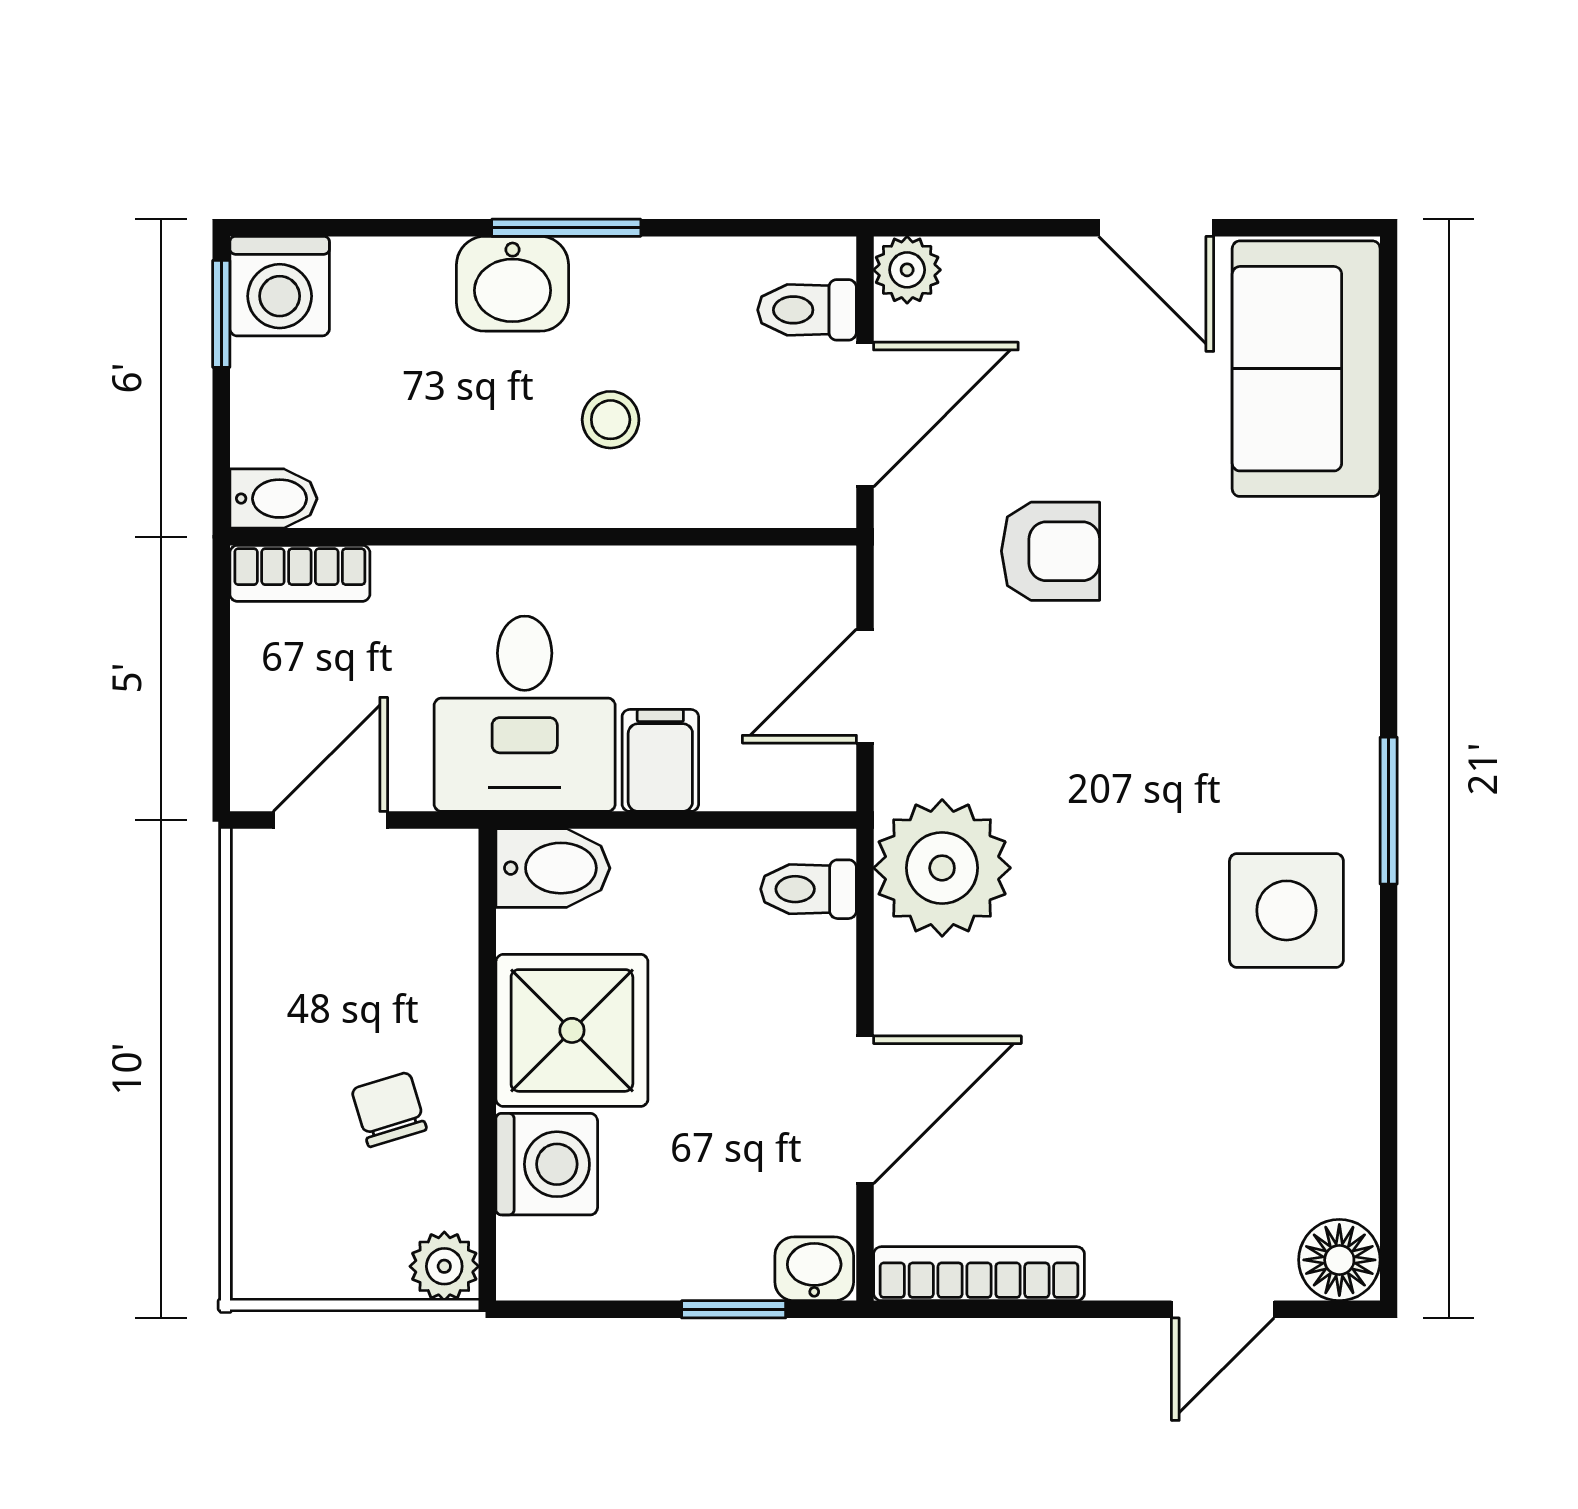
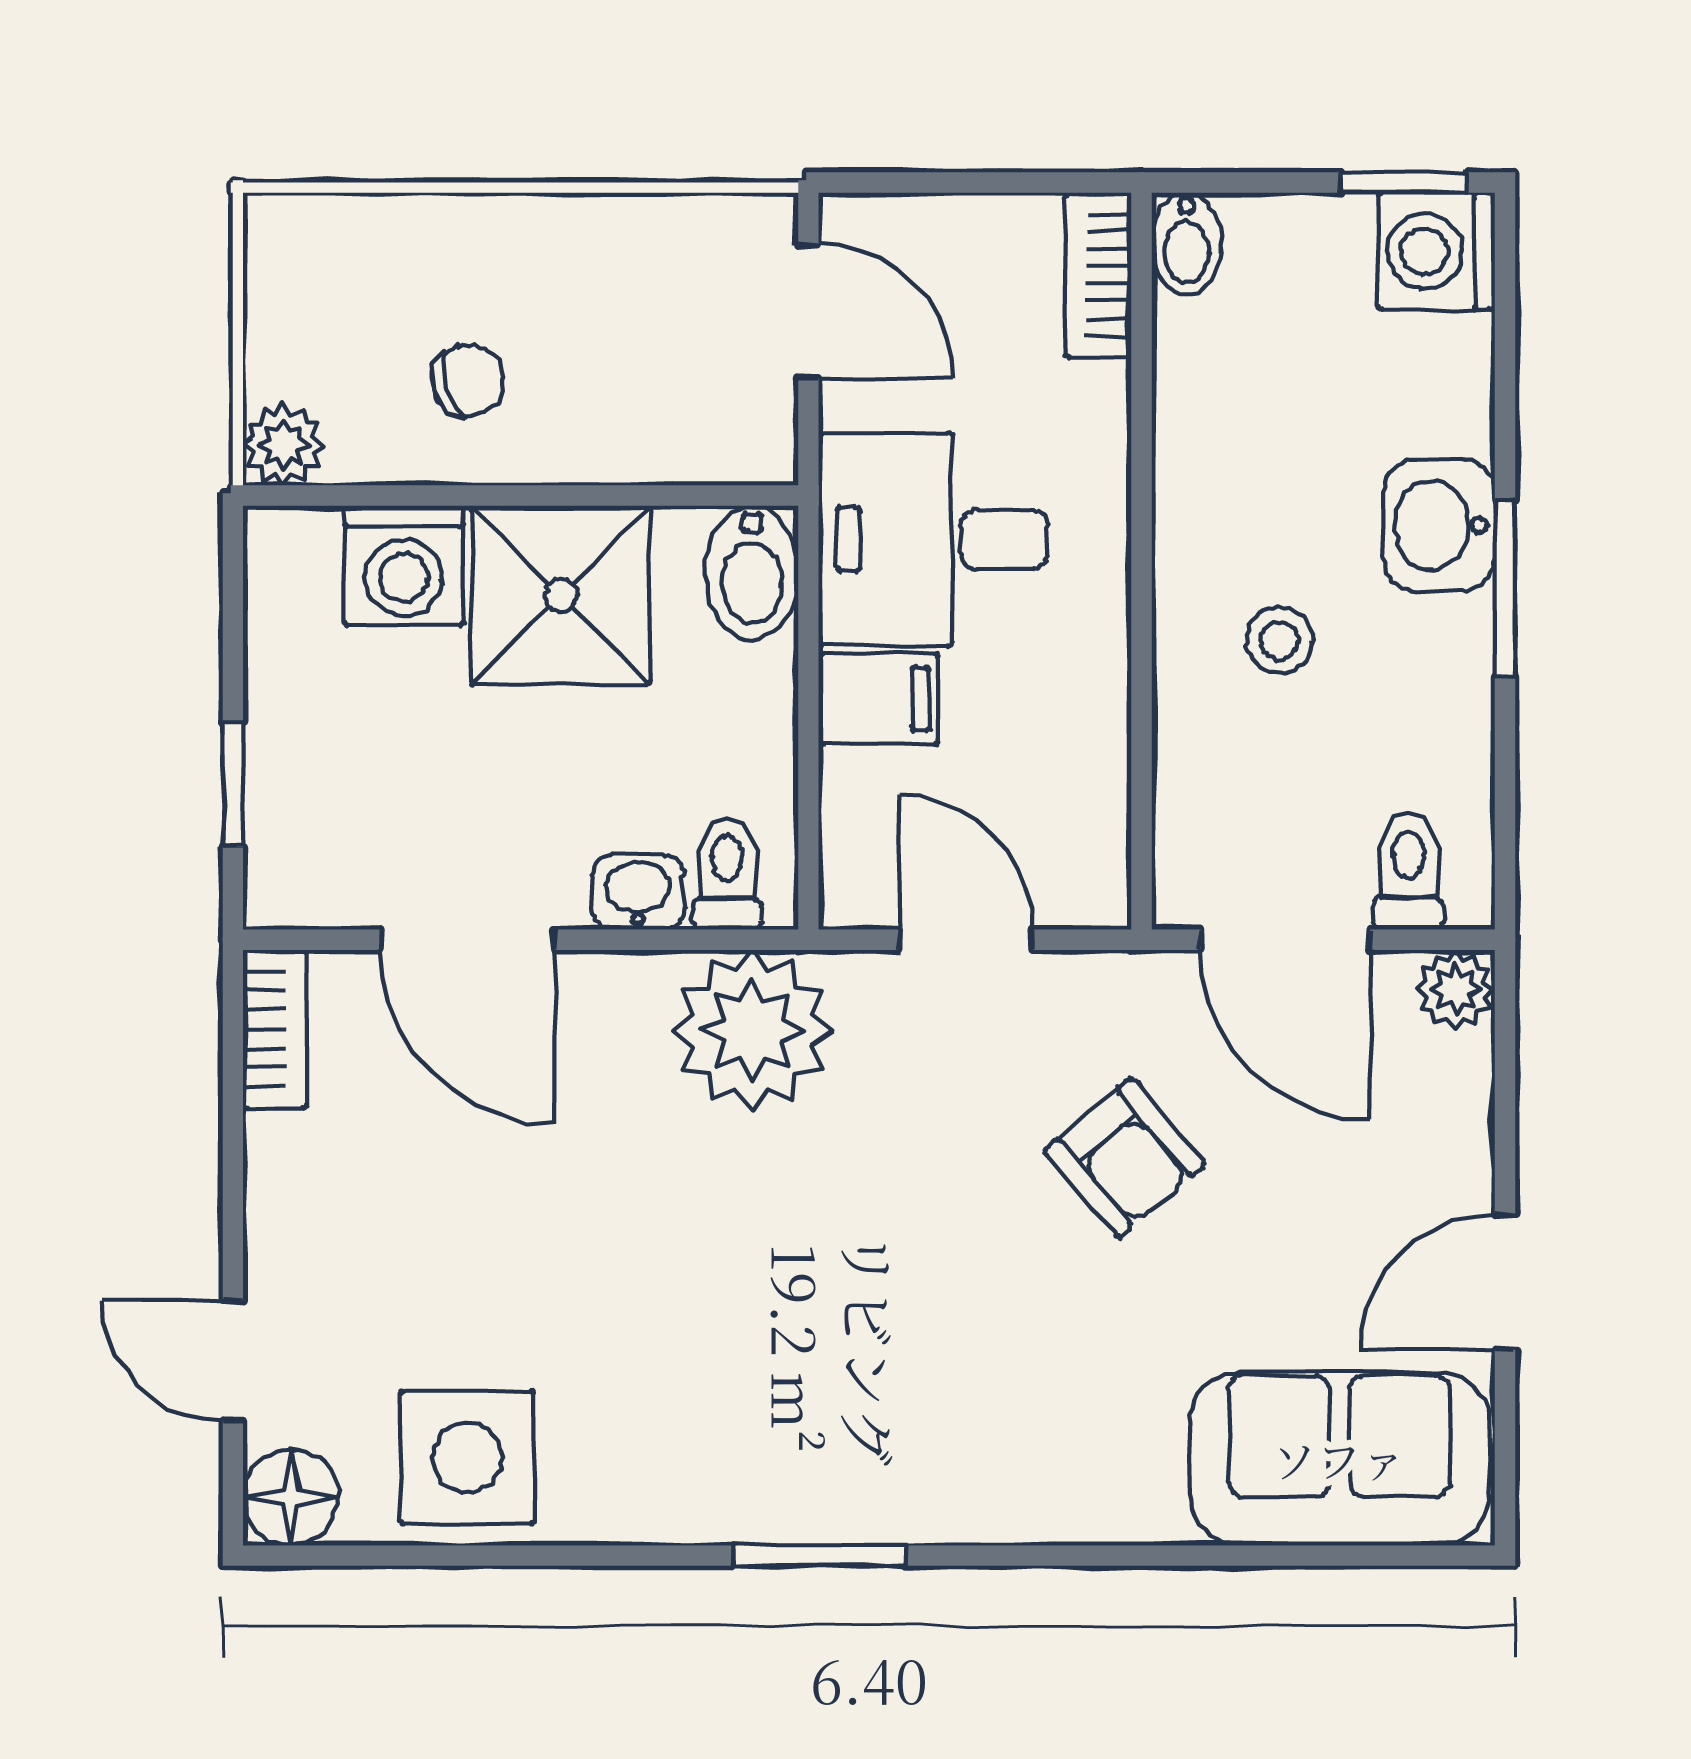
armchair: (1051, 551) -> (1125, 1158), turned -40
side table: (1286, 910) -> (467, 1457), moved
washbasin: (814, 1269) -> (638, 892), moved, turned -90
bookcase: (979, 1274) -> (275, 1029), width x0.64

